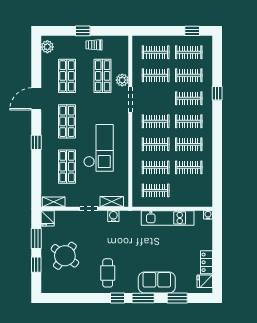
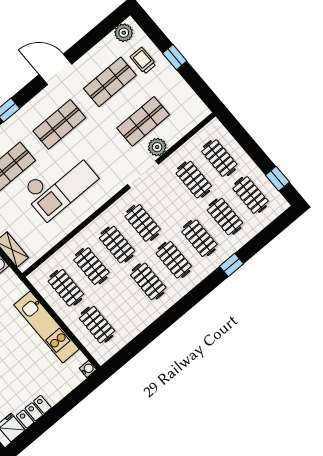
trolley: (94, 45) -> (143, 61), moved
clothes rail: (189, 167) -> (97, 325), moved

